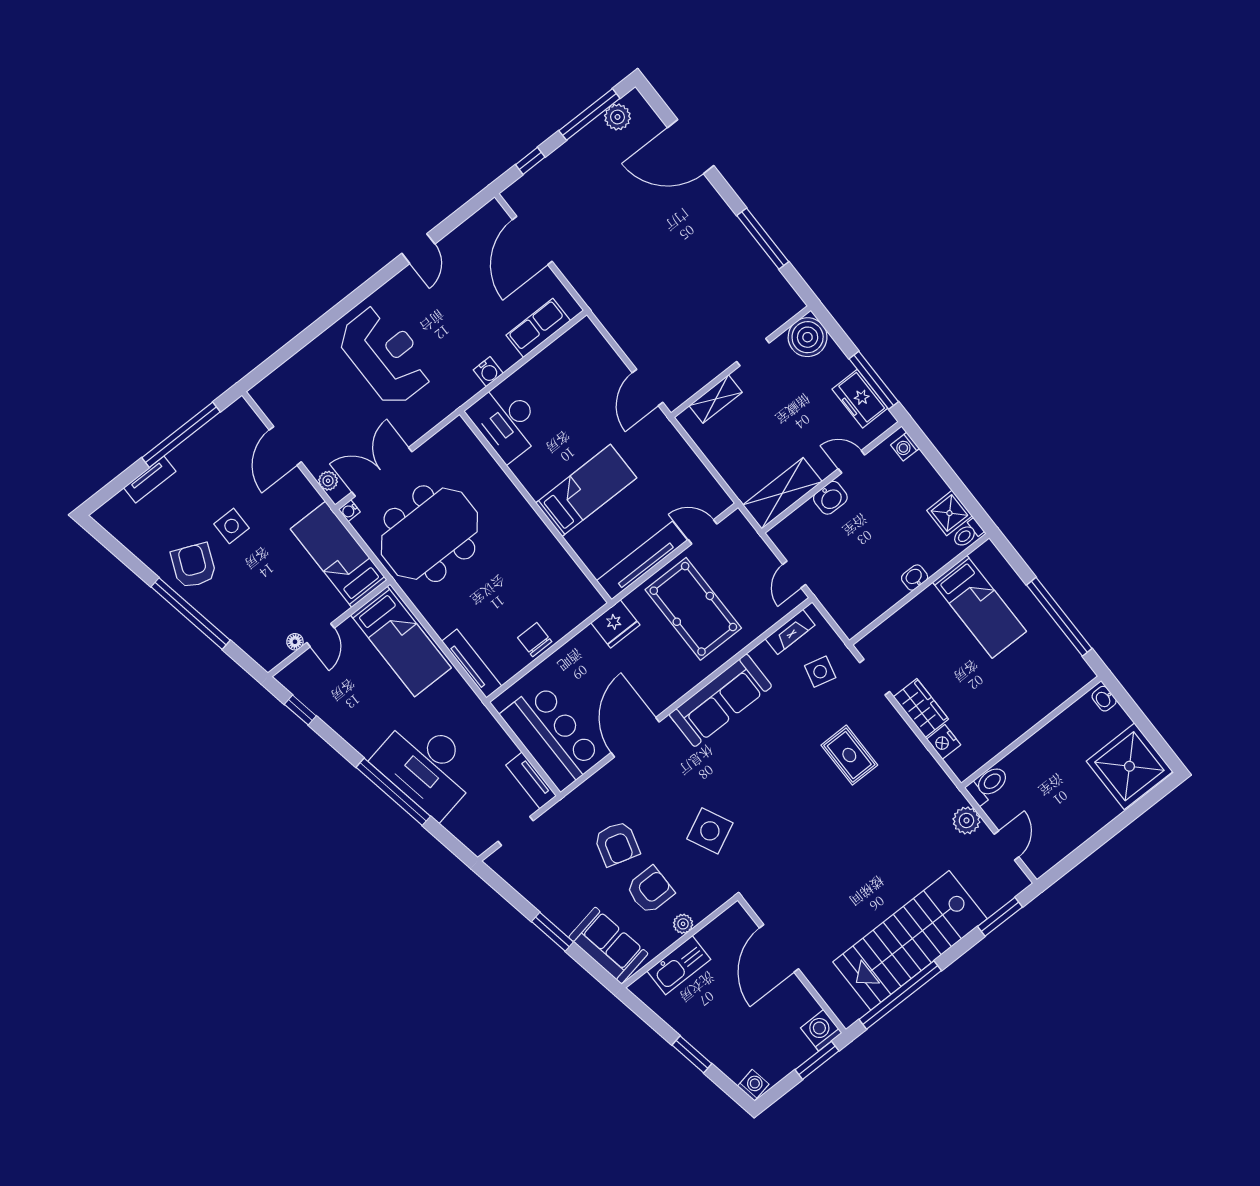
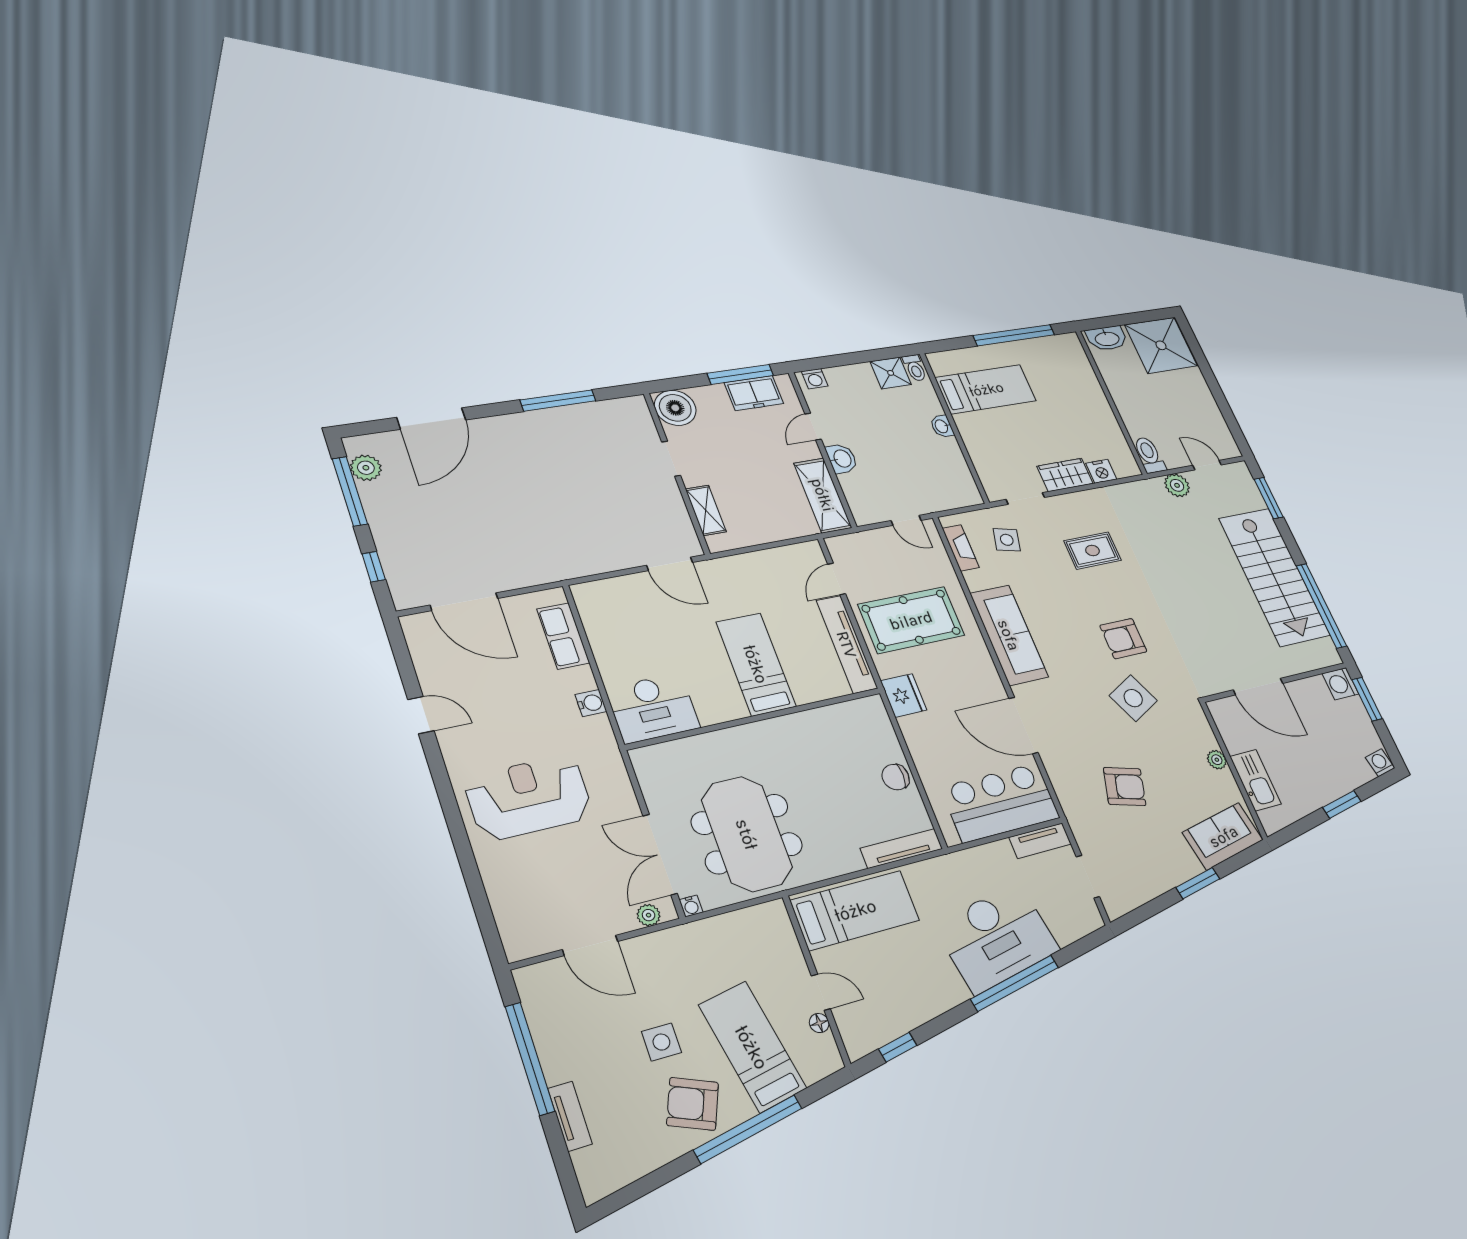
bed: (339, 554) -> (752, 1047), moved, turned 79
washbasin: (1104, 699) -> (1107, 338), width x1.91, depth x1.45
armchair: (650, 890) -> (1123, 639), moved, turned -90

